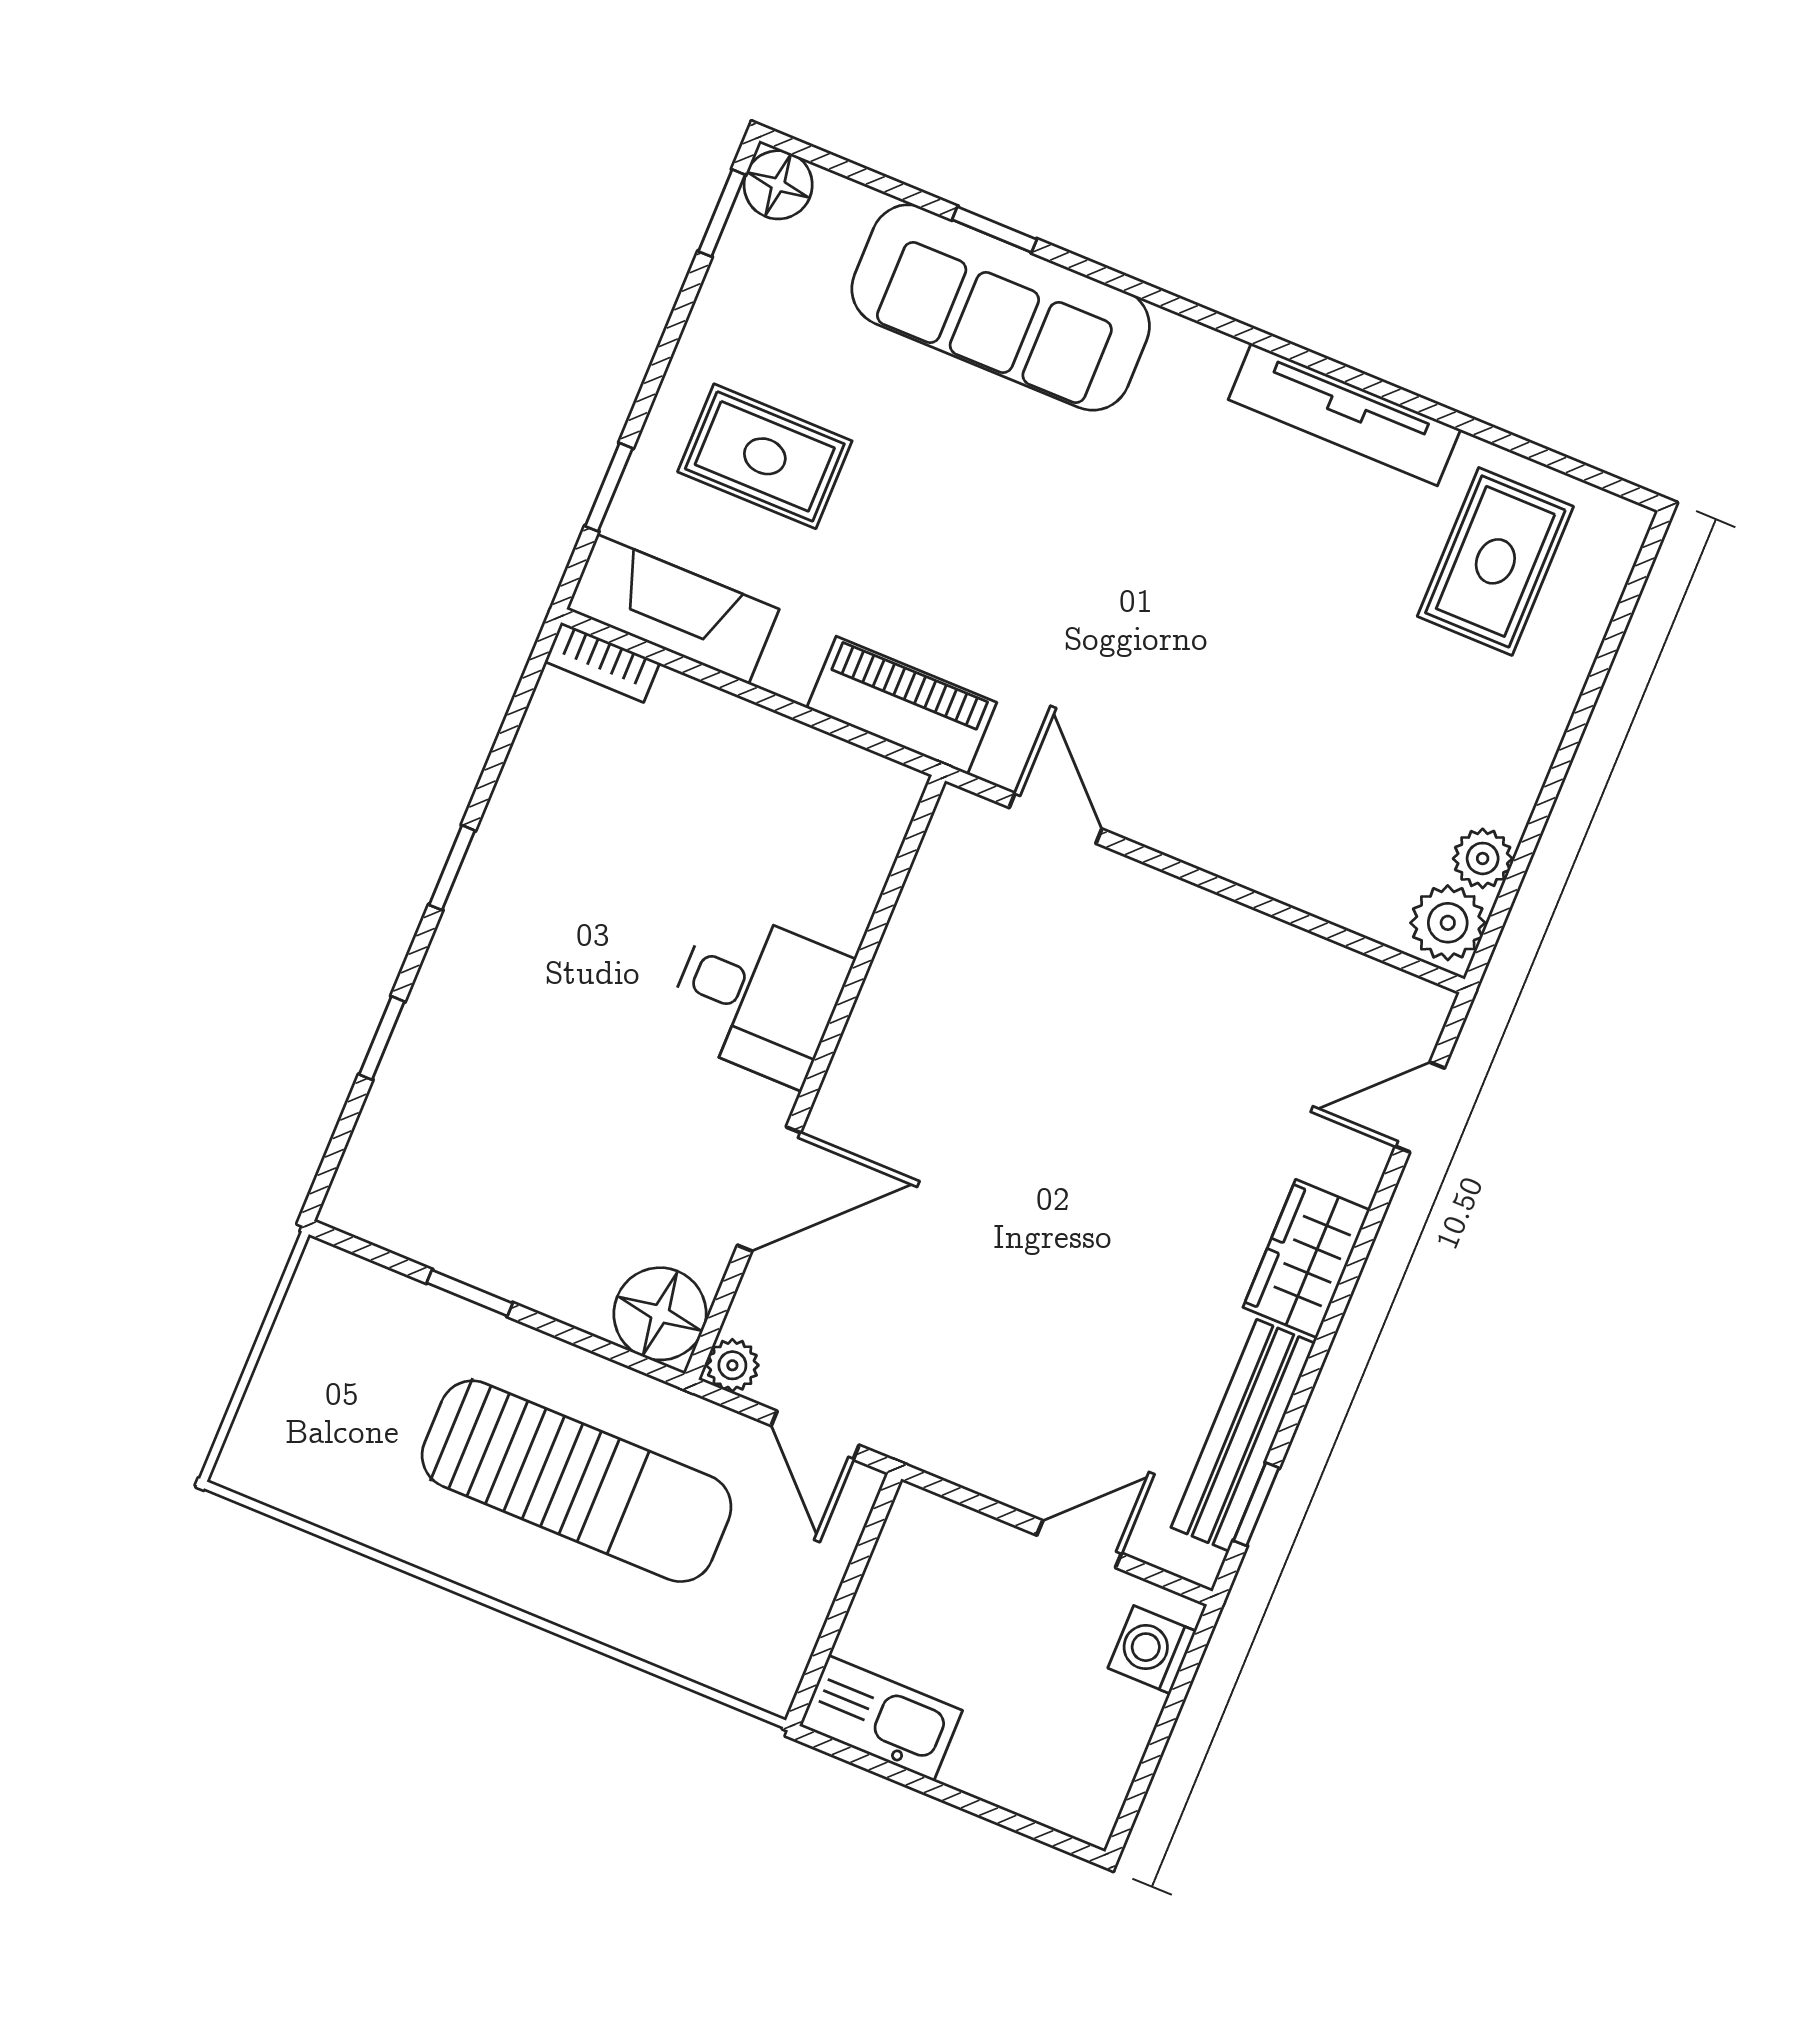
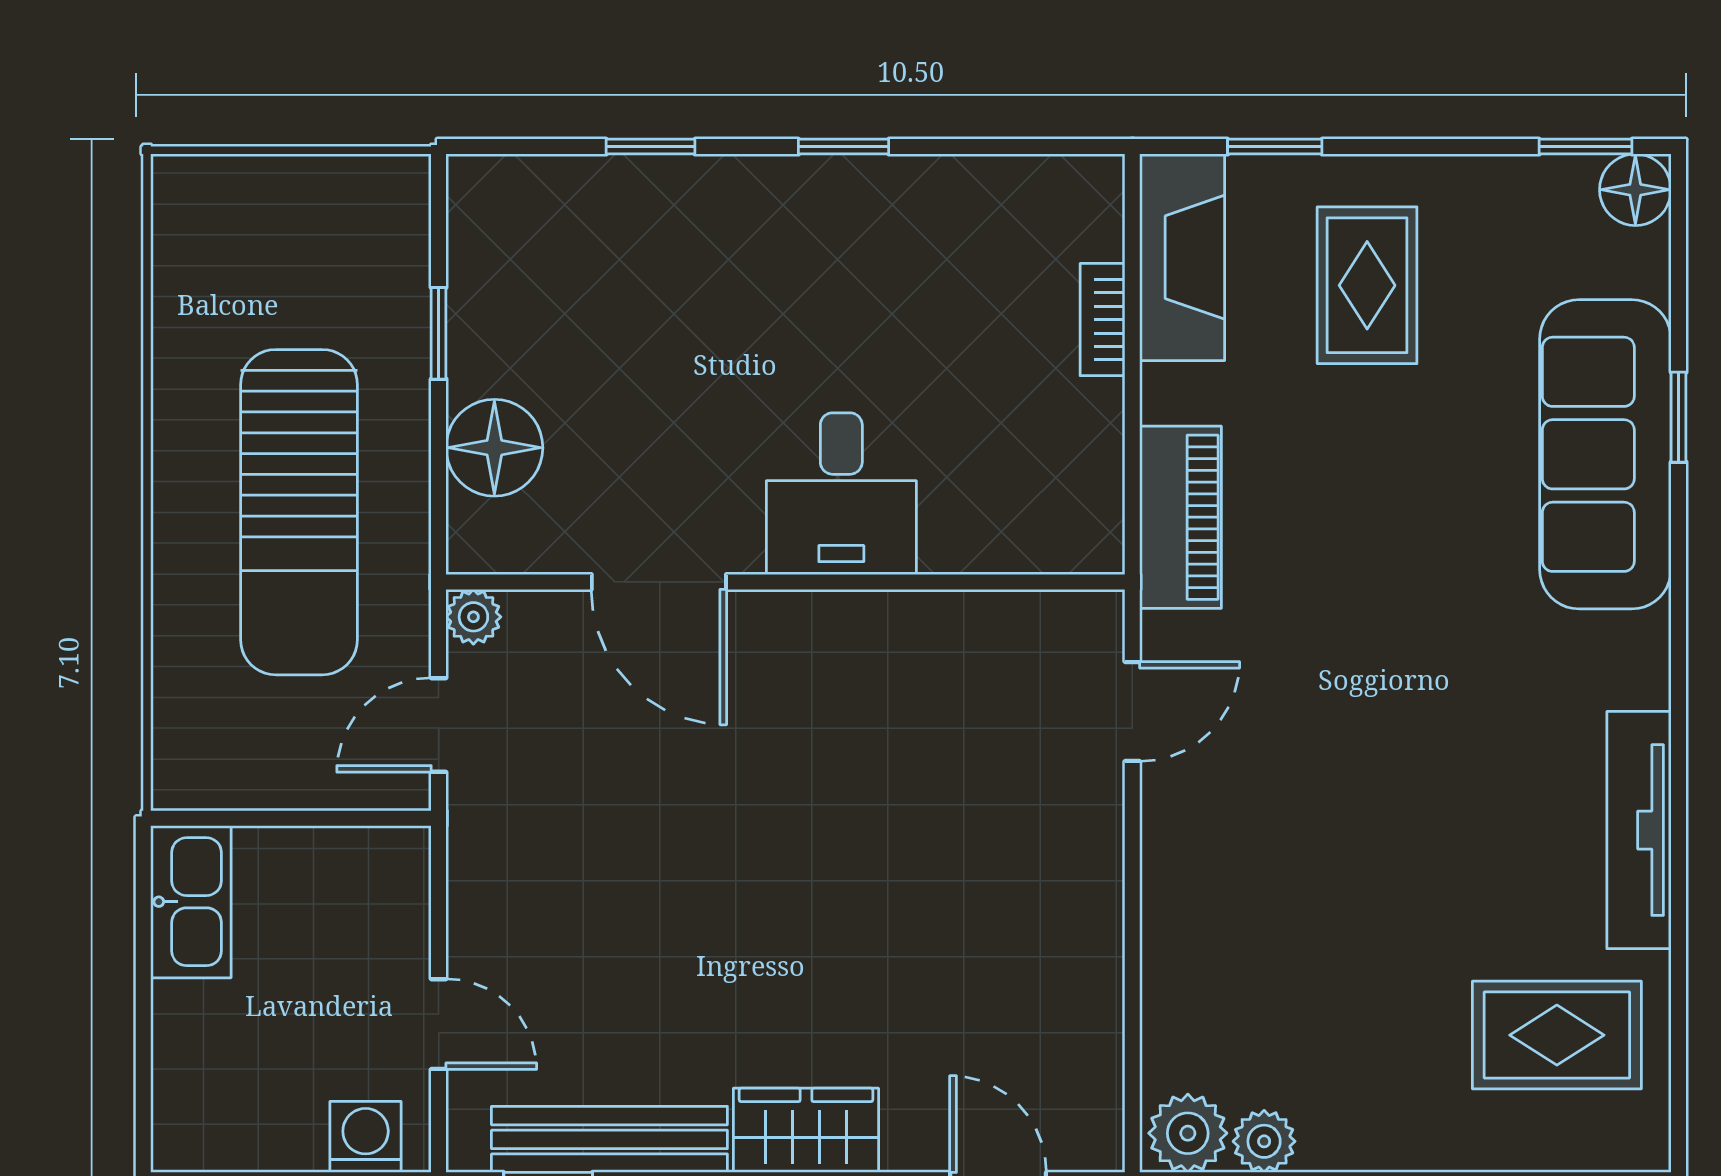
bookcase: (602, 662) -> (1103, 320), moved
floor lamp: (660, 1314) -> (494, 448), moved

